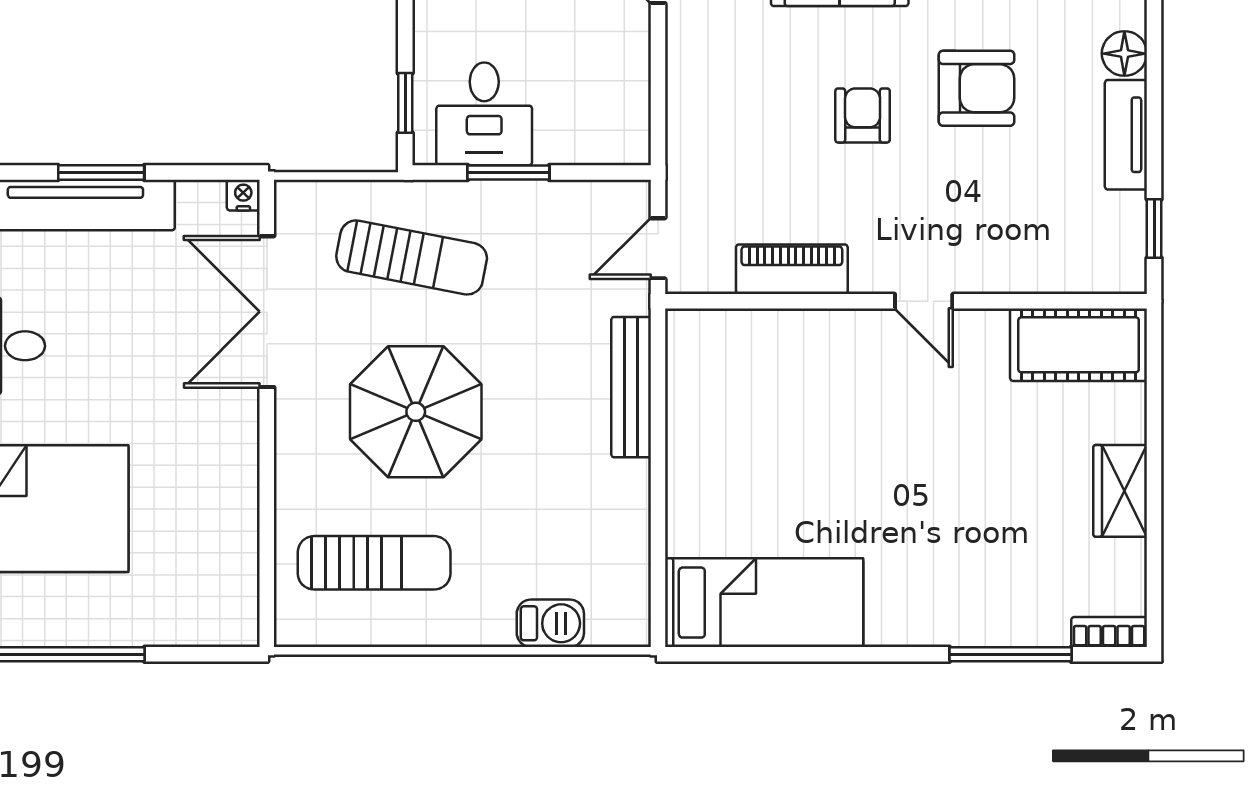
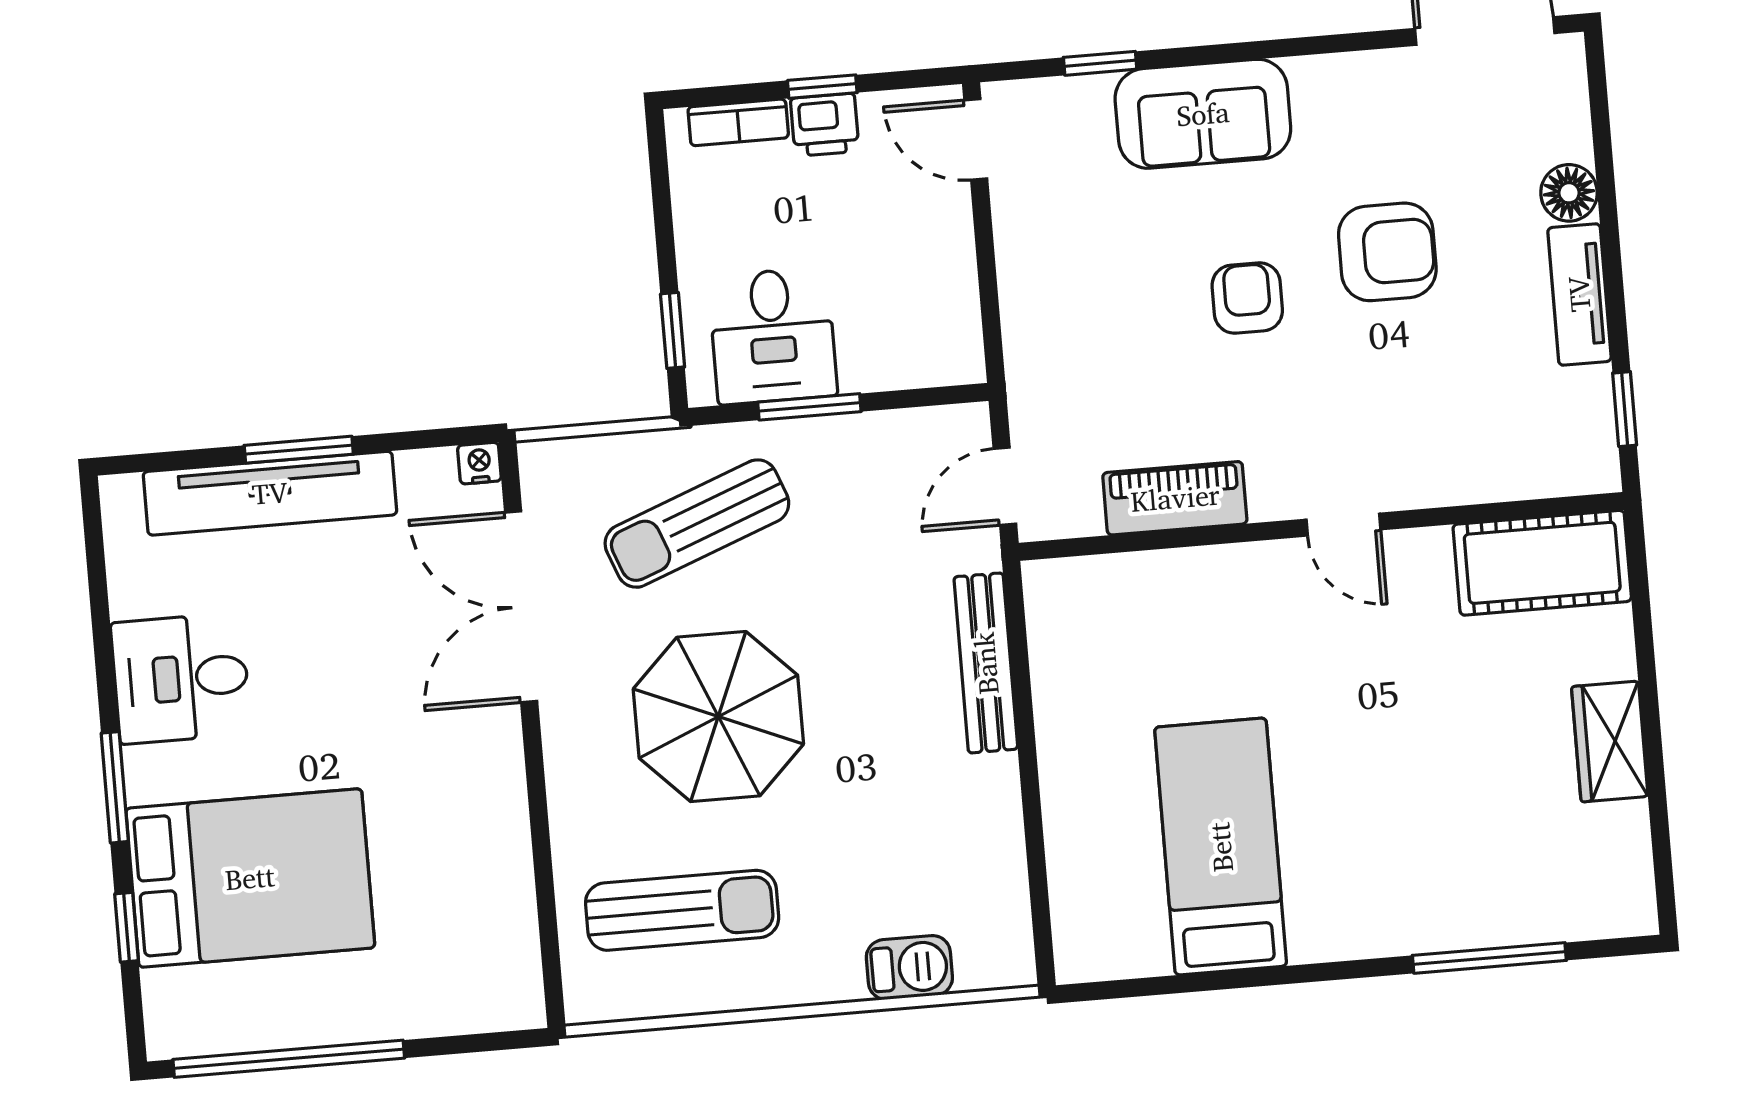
sun lounger: (412, 257) -> (697, 524), turned 148
bed: (764, 603) -> (1221, 847), moved, turned -90
bookcase: (1109, 632) -> (1611, 920), removed

